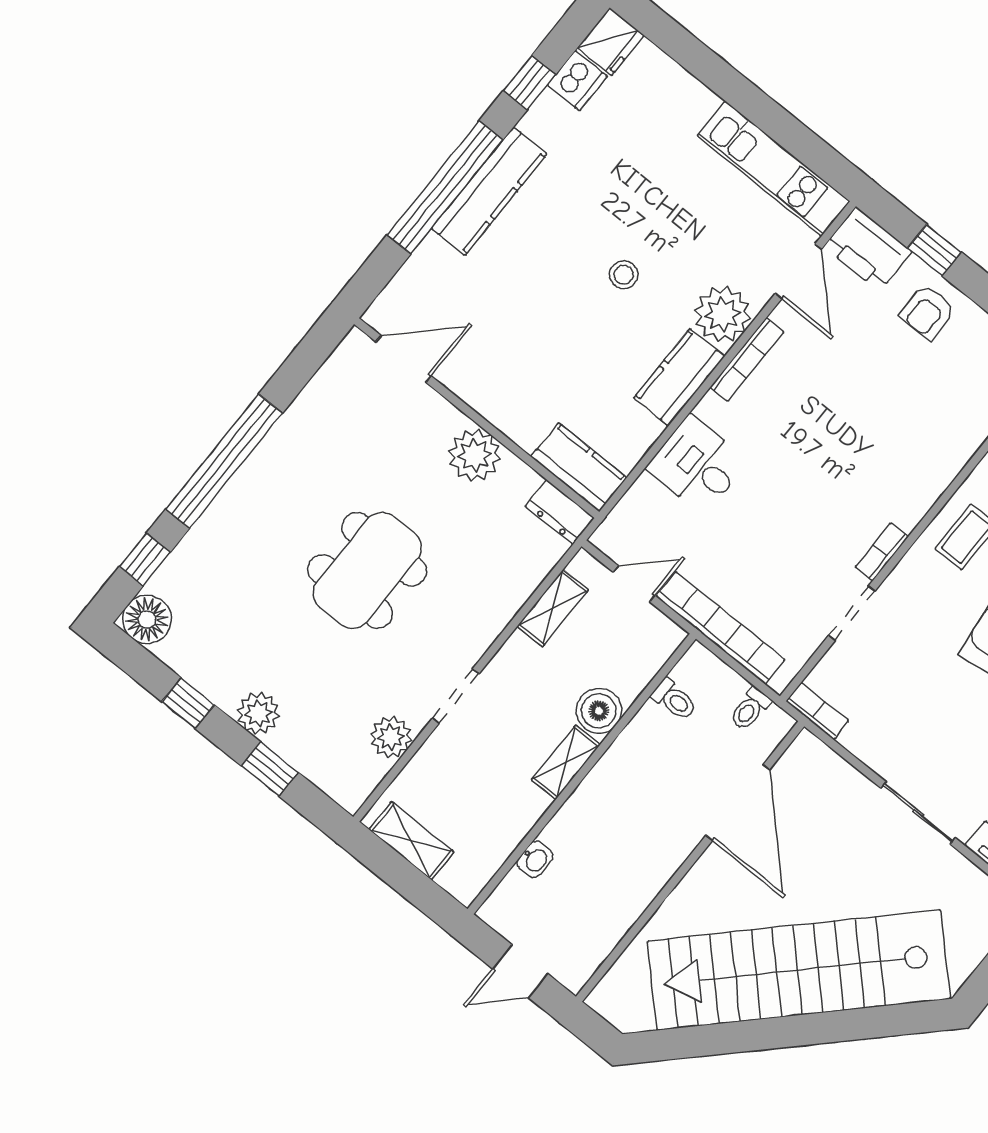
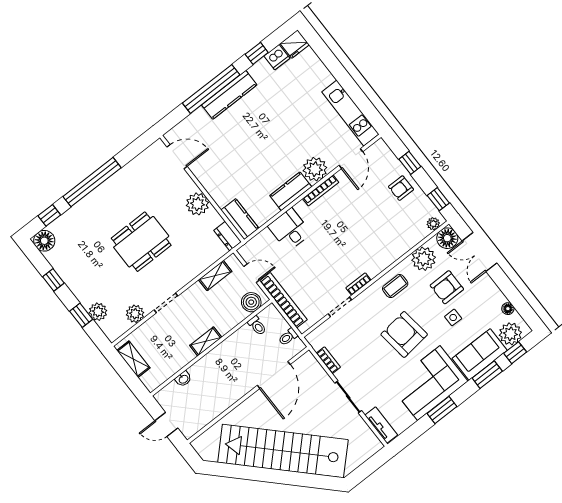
printer: (868, 249) -> (382, 156), removed
stool: (624, 275) -> (277, 143), removed
boiler: (599, 711) -> (251, 302), moved
bookcase: (817, 711) -> (328, 360), moved
plant: (258, 713) -> (98, 312), moved

